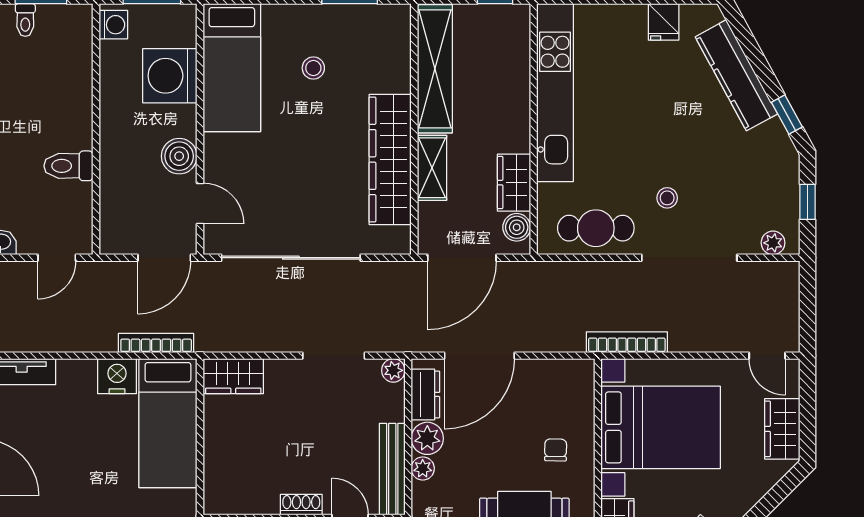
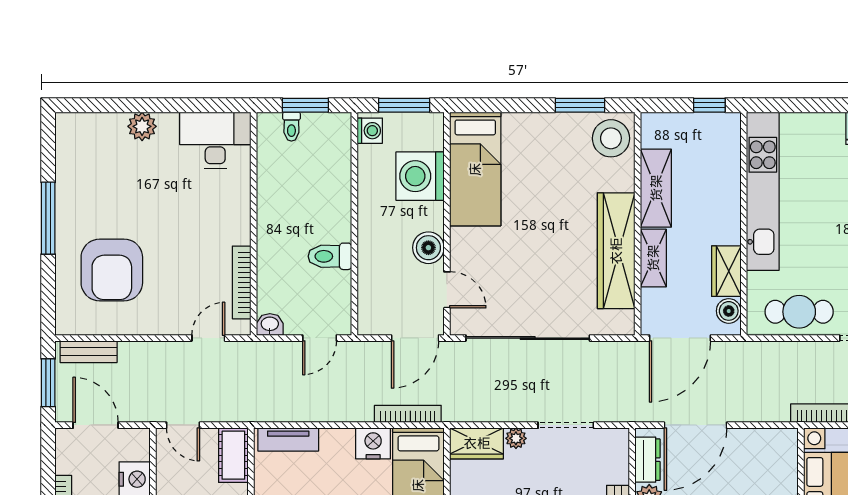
stool: (313, 68) -> (611, 138), moved, width x1.89, depth x1.89
shelving: (435, 69) -> (656, 188), width x0.68
plant: (393, 370) -> (516, 438), moved

